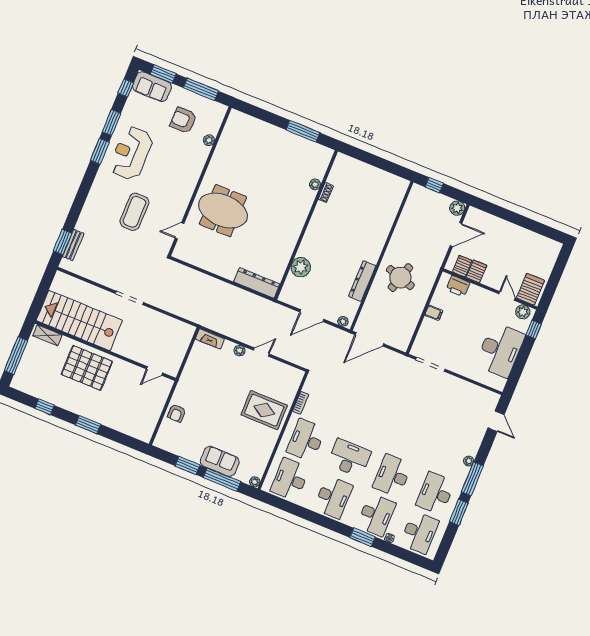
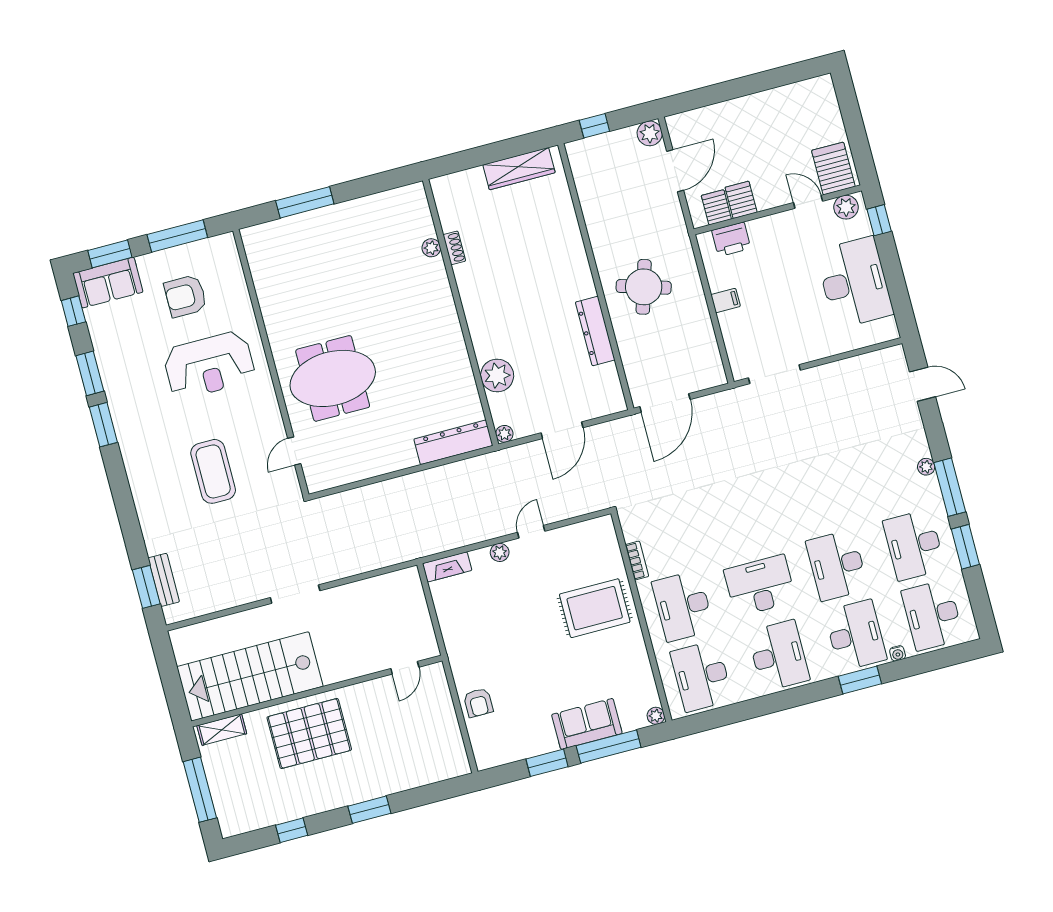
window: (303, 131) -> (305, 202), moved
plant: (209, 140) -> (241, 297), removed
reception desk: (131, 153) -> (209, 365), moved, turned -90
wardrobe: (384, 178) -> (519, 169), added
plant: (343, 321) -> (504, 434), moved
desk: (419, 532) -> (933, 615), turned 180

